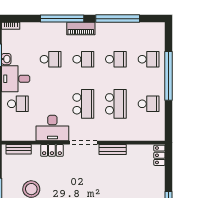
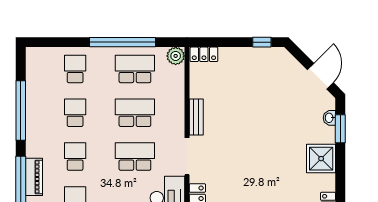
piano: (81, 28) -> (34, 177), moved
window: (169, 76) -> (123, 42), moved
school desk: (149, 104) -> (135, 69), width x1.85
plant: (158, 134) -> (176, 56), added

